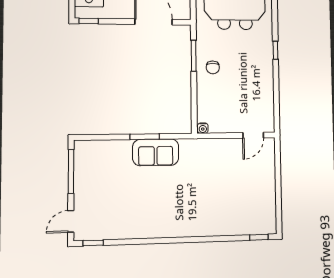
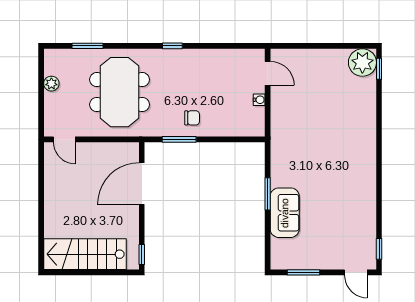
water cooler: (203, 128) -> (259, 100), moved
sofa: (156, 152) -> (285, 213), moved
window: (71, 171) -> (303, 272), width x0.69
plant: (264, 222) -> (362, 63), added

